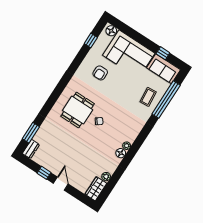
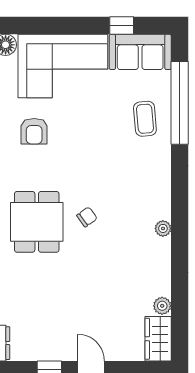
floor lamp: (121, 153) -> (161, 248), removed

